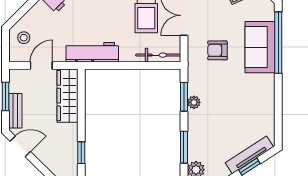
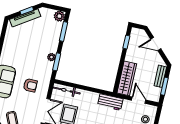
workbench: (92, 52) -> (110, 102), width x0.73
door: (41, 66) -> (139, 100), swing flipped
door: (20, 146) -> (156, 44), moved

